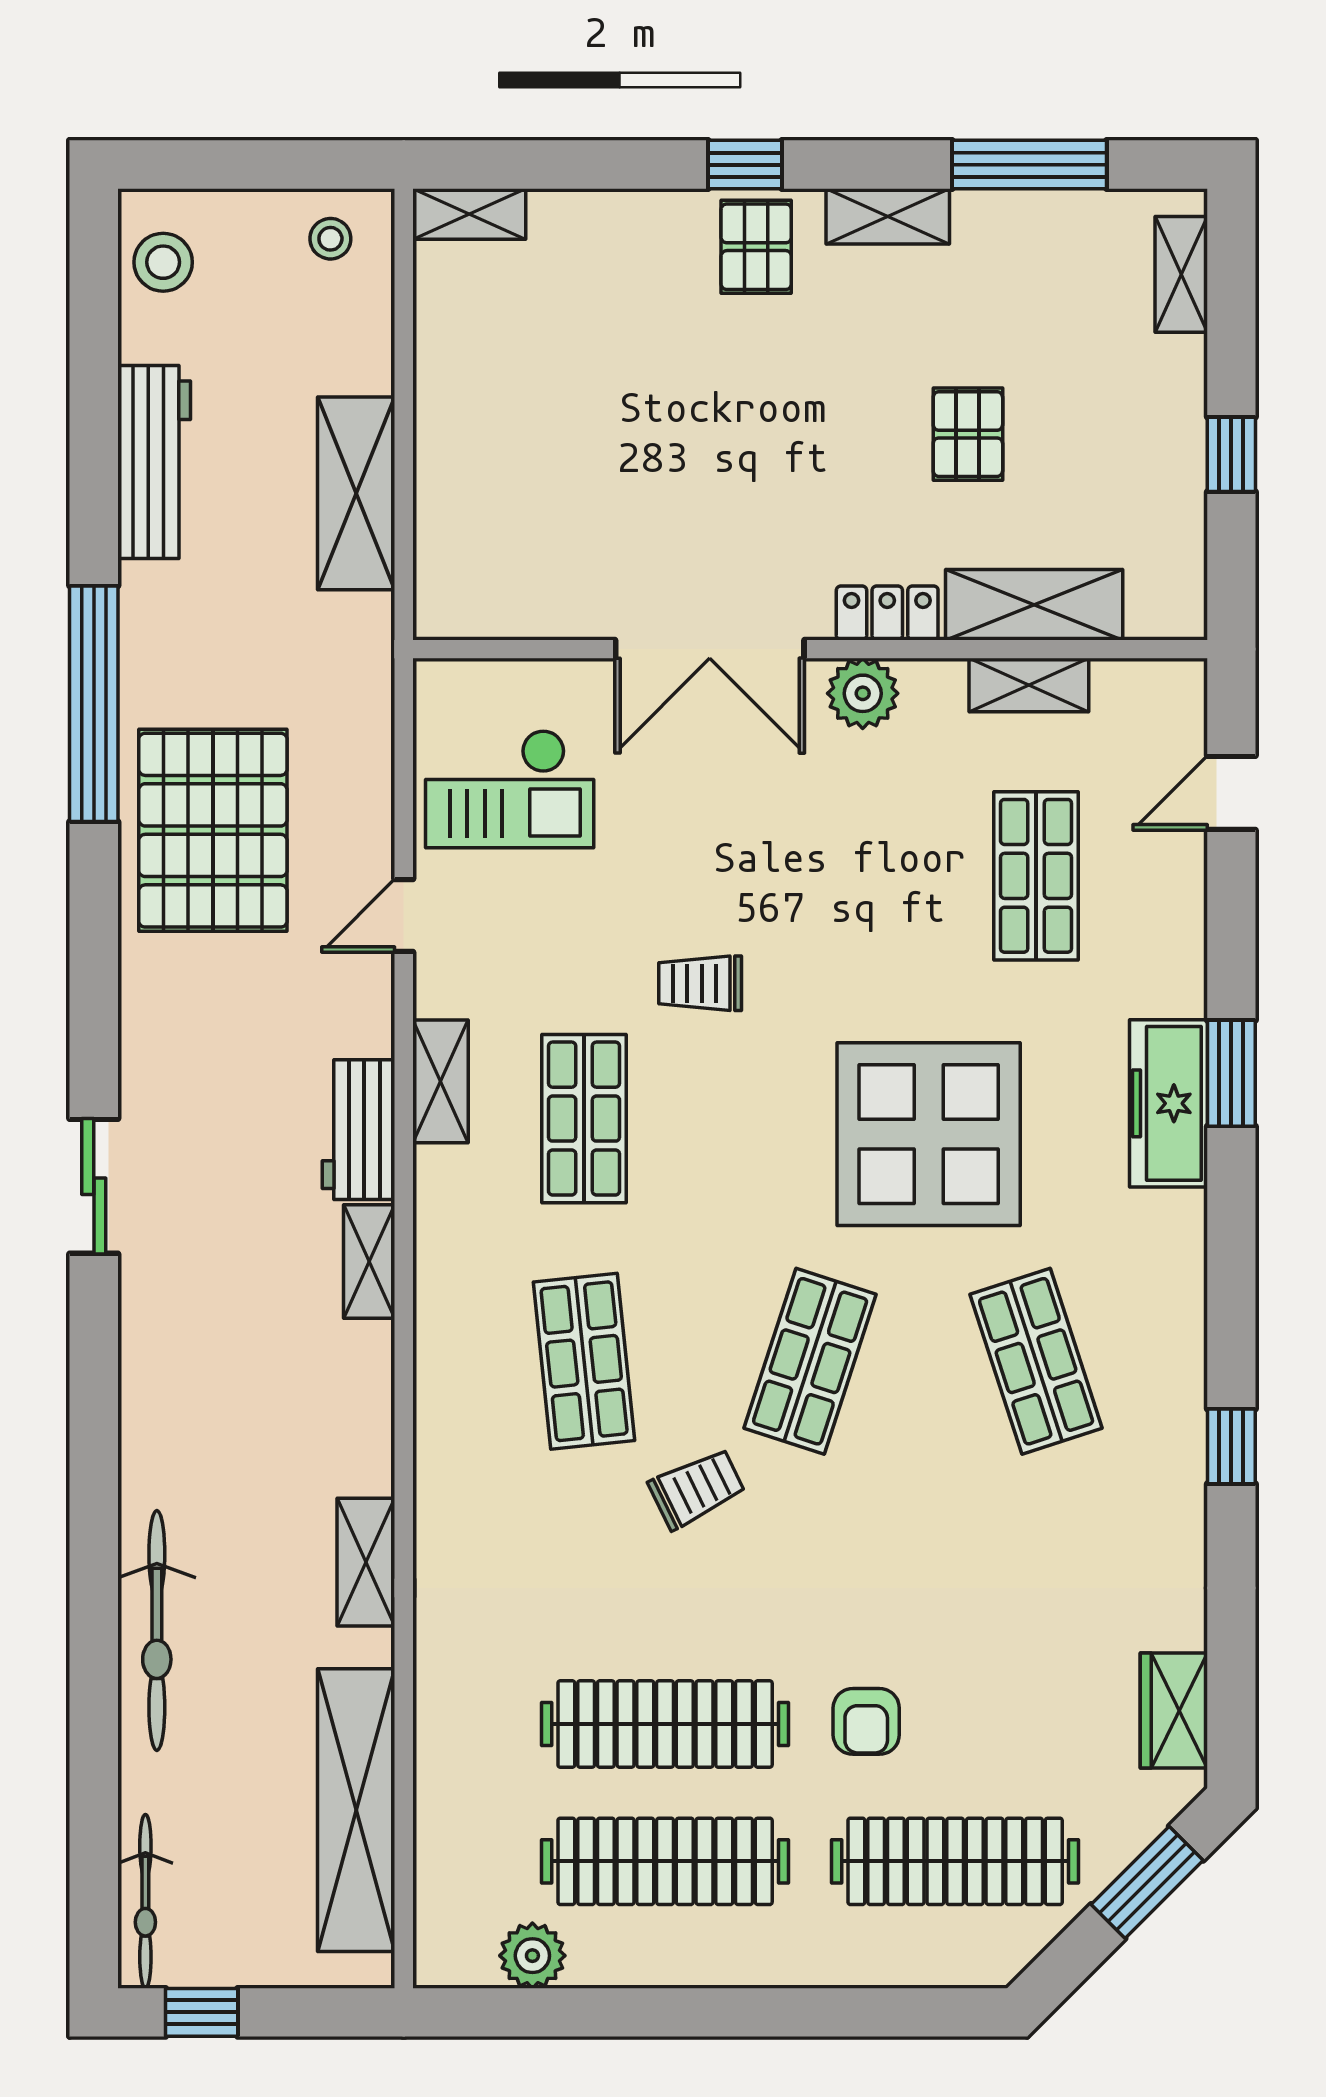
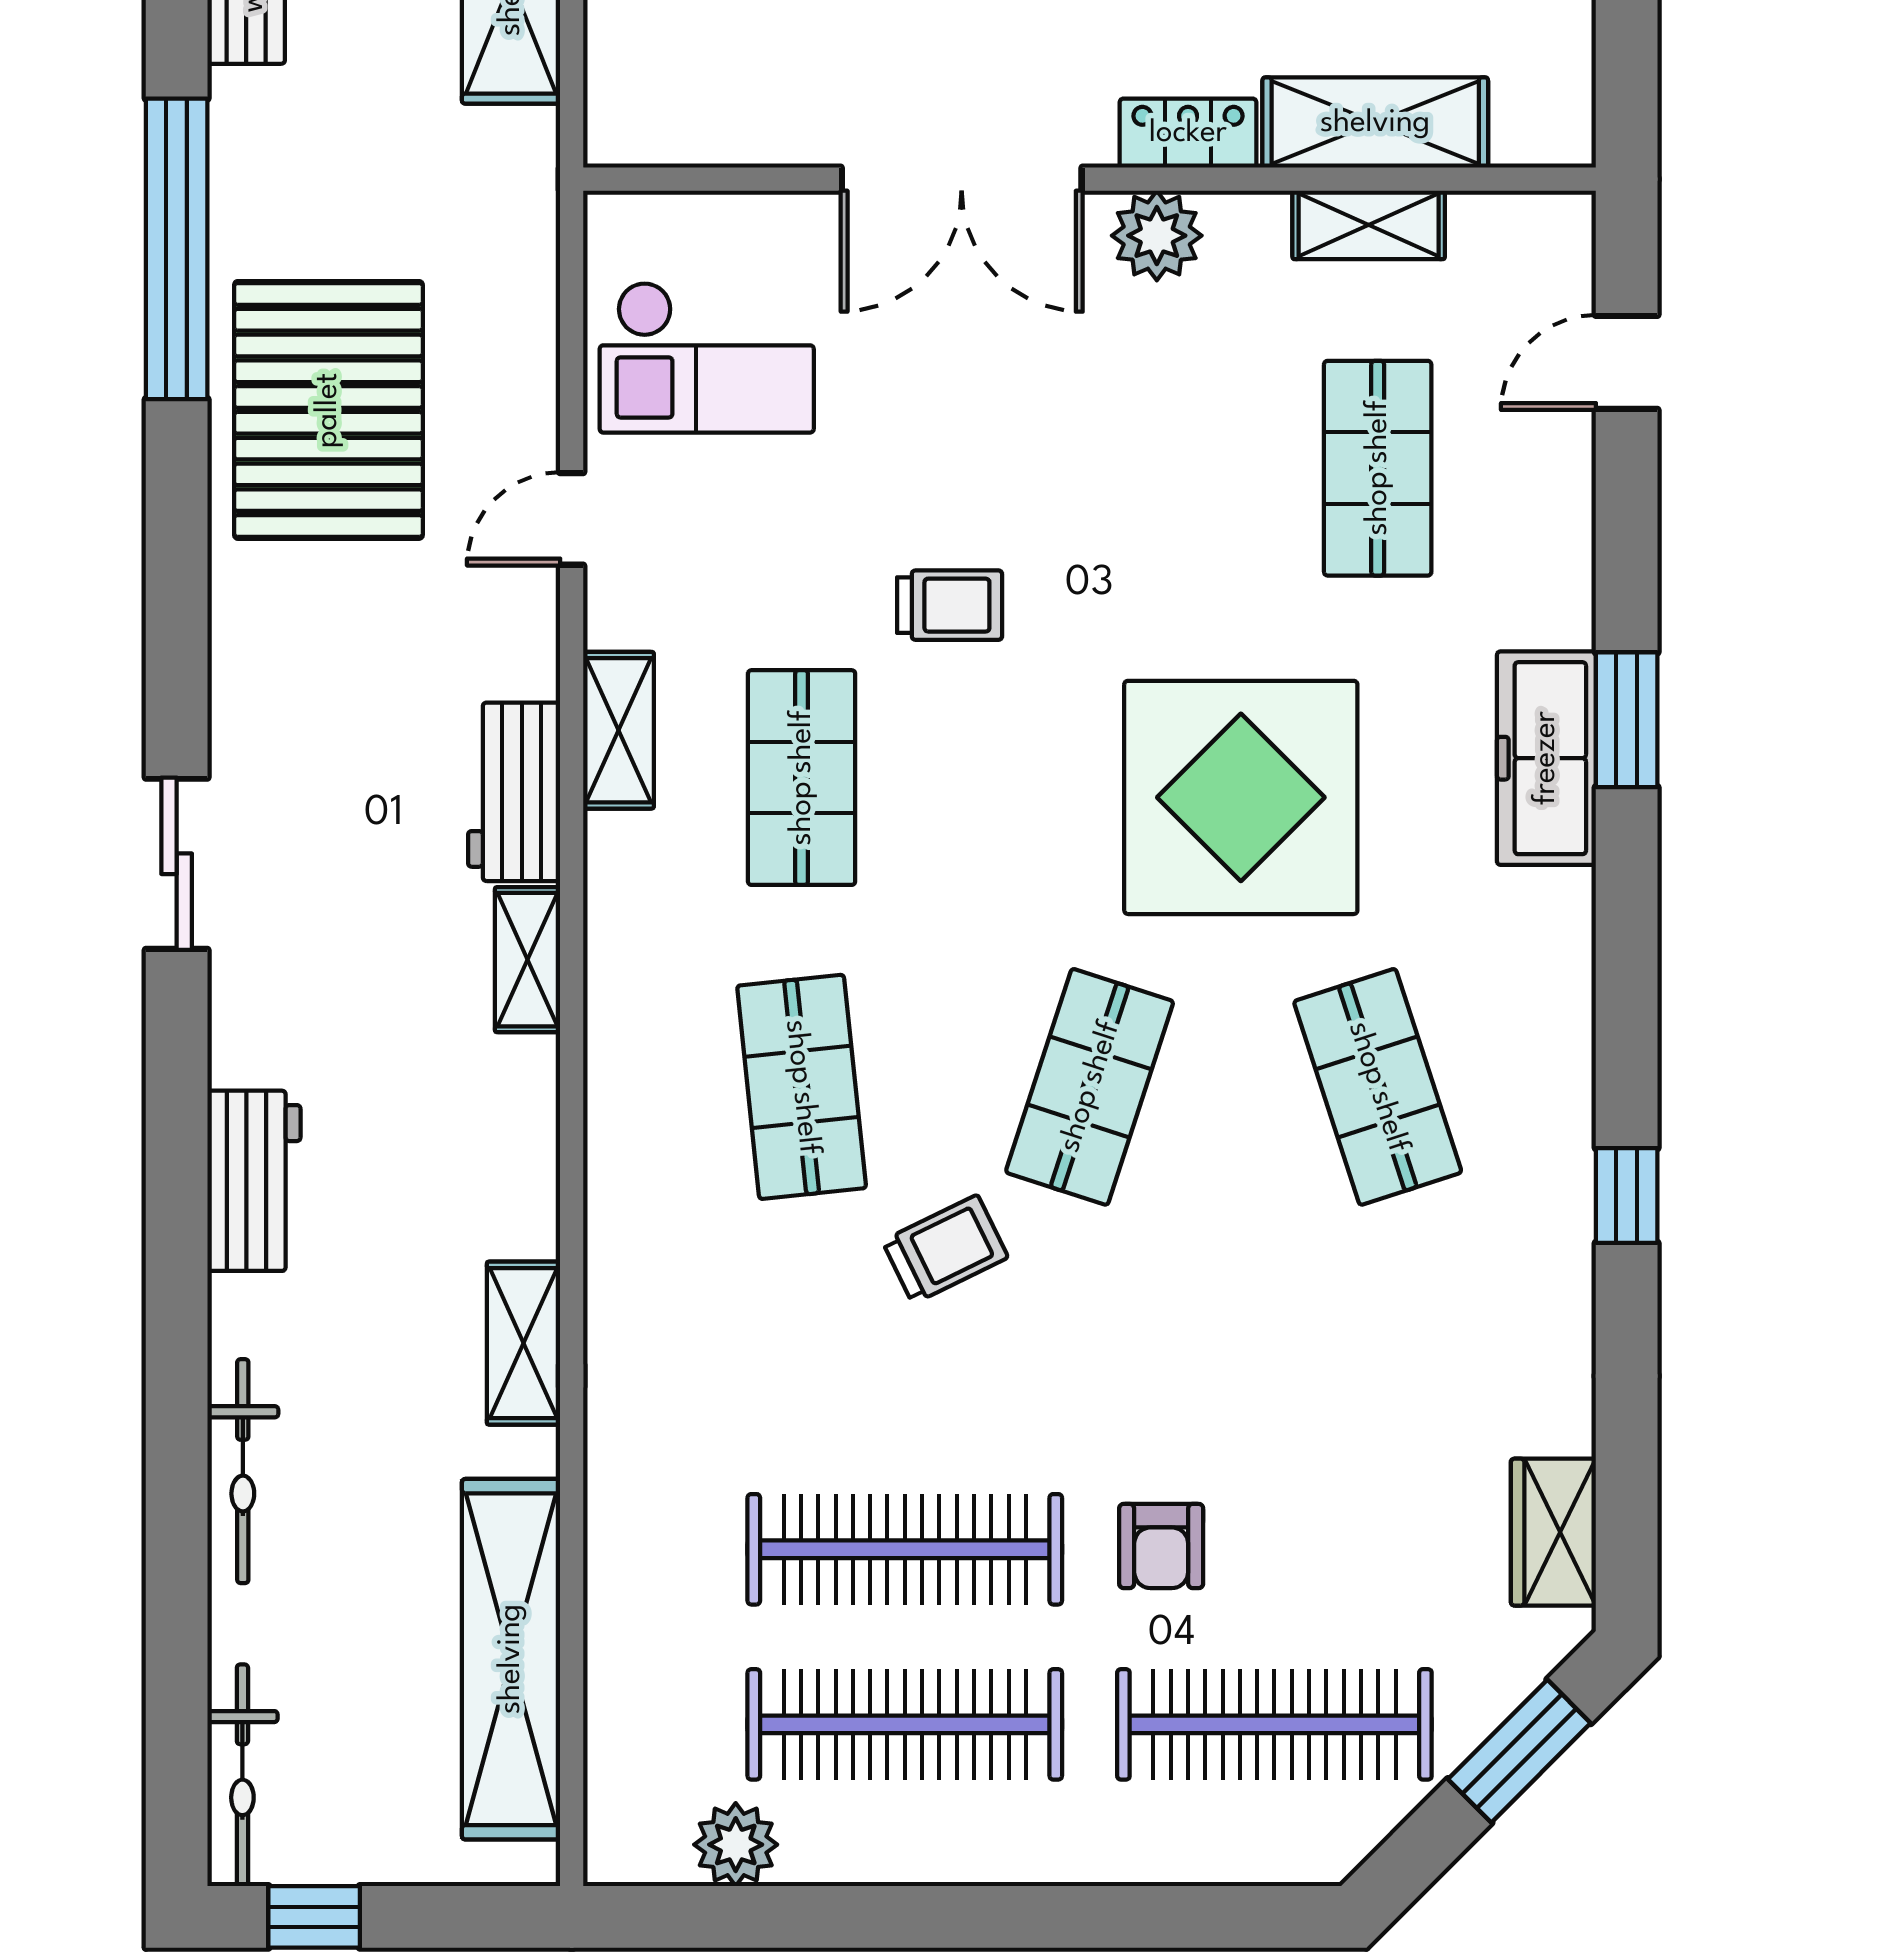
trolley: (700, 983) -> (950, 605), turned 180
workbench: (154, 1435) -> (254, 1181), added
bicycle: (157, 1630) -> (243, 1471), width x0.73, depth x0.71

